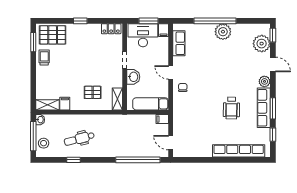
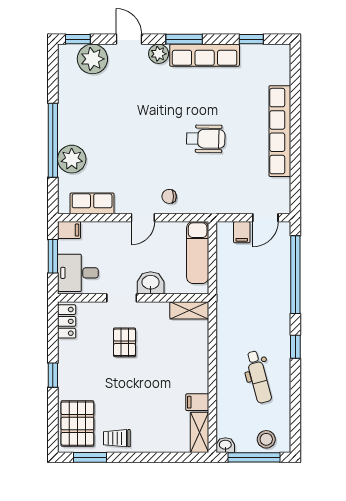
plant: (223, 32) -> (72, 159), moved
desk: (143, 35) -> (78, 273), width x0.73
door: (273, 64) -> (129, 39), hinge flipped
pallet: (93, 92) -> (125, 342), moved
wheelchair: (231, 108) -> (206, 139), moved
window: (273, 108) -> (184, 39), moved
filing cabinet: (162, 119) -> (242, 232), moved
row of seats: (239, 151) -> (280, 131), moved
window: (73, 160) -> (295, 347), moved

